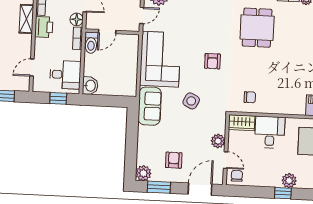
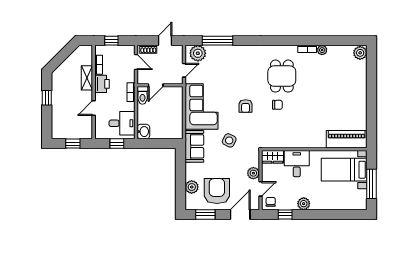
floor lamp: (77, 19) -> (129, 76), removed
door: (32, 68) -> (94, 108), moved
chair: (250, 97) -> (277, 105), moved
armchair: (174, 160) -> (217, 191), width x1.88, depth x1.88
door: (226, 160) -> (261, 189), hinge flipped
plant: (143, 173) -> (192, 187), moved
plant: (289, 181) -> (304, 204), moved
window: (283, 193) -> (285, 214), moved

